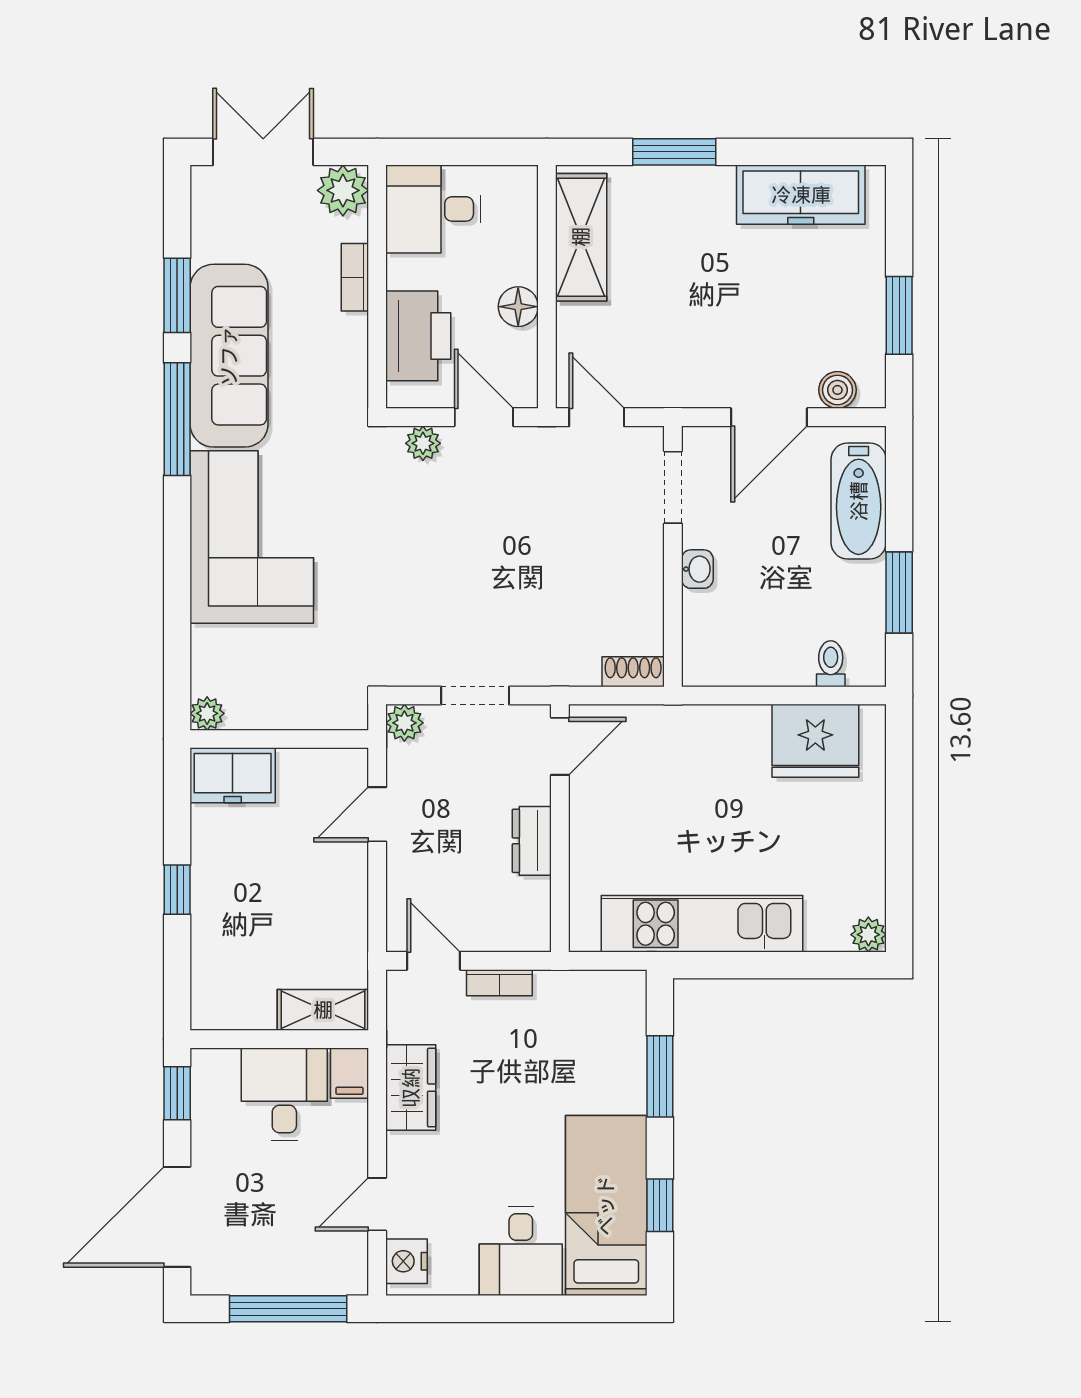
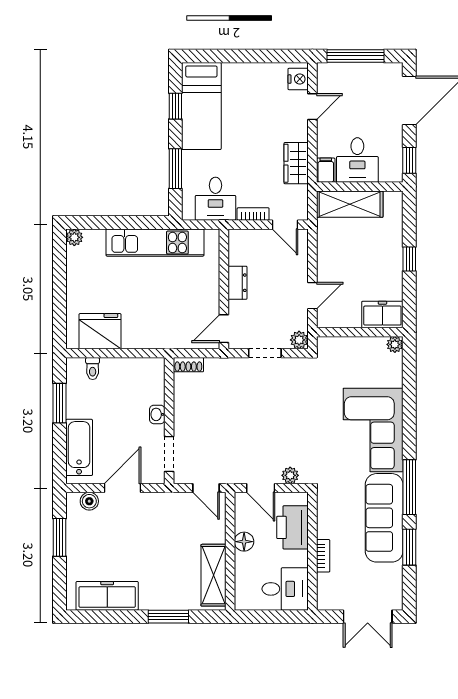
plant: (343, 190) -> (329, 598), removed
shelving: (323, 1010) -> (350, 204), width x1.50, depth x1.33
desk: (521, 1251) -> (215, 199), moved, turned 180

